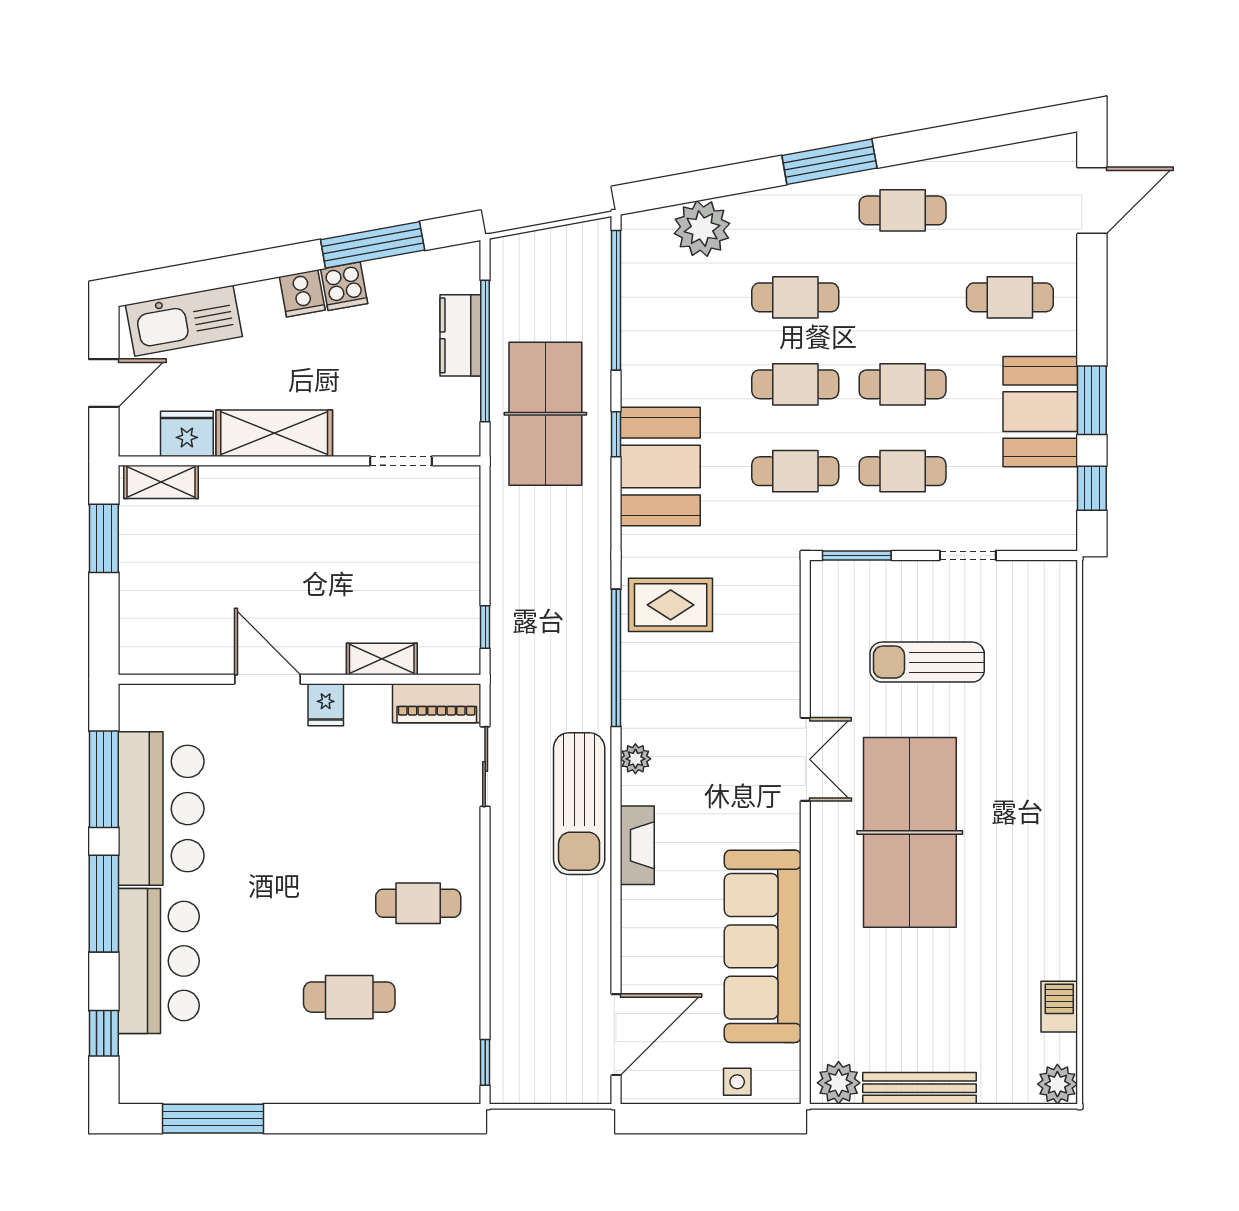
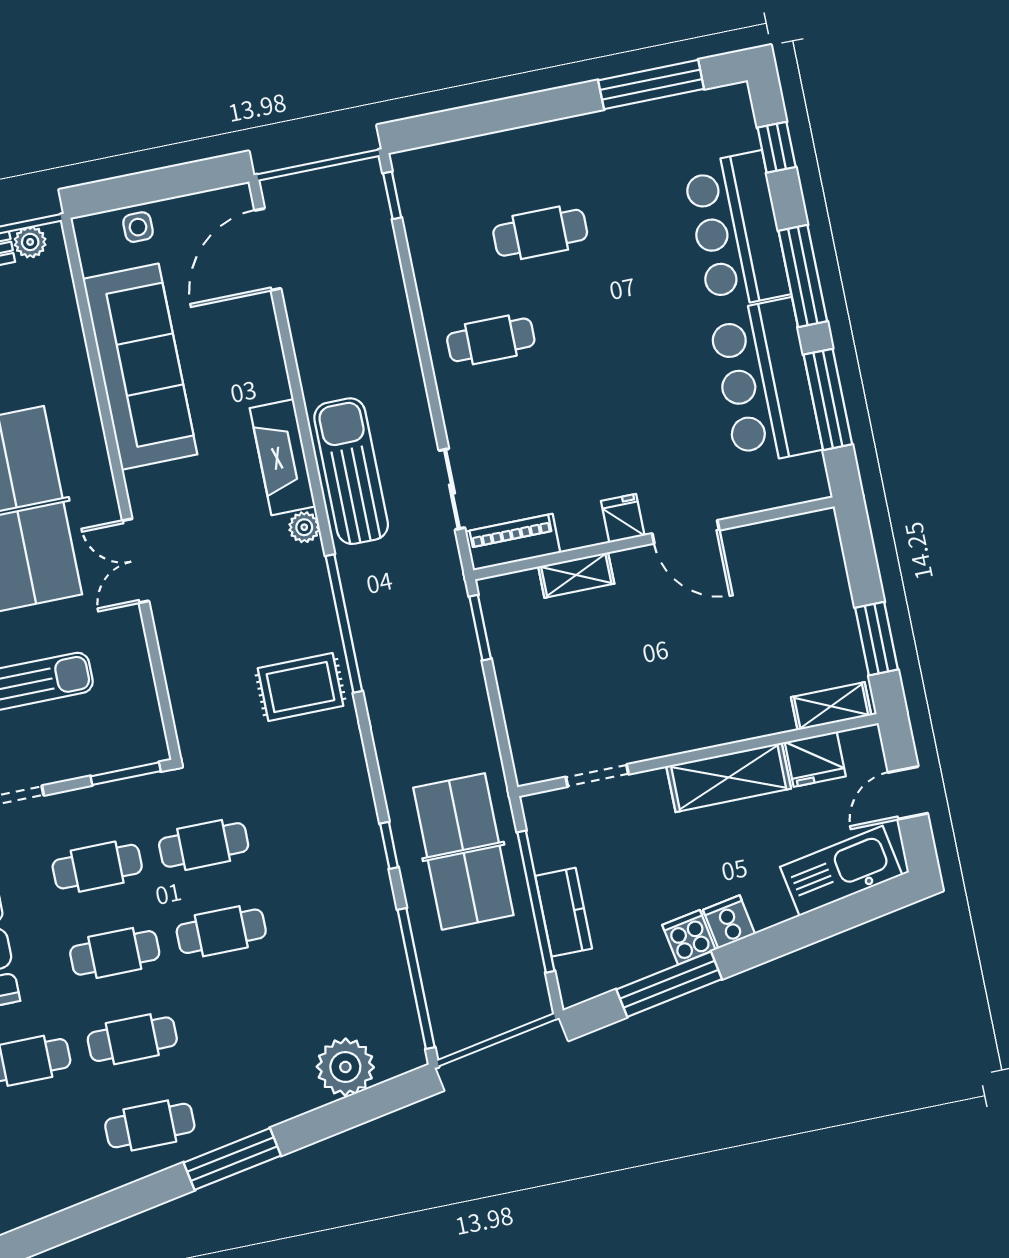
cafe table: (795, 297) -> (132, 1039), moved
booth: (660, 466) -> (339, 822), removed
window: (485, 627) -> (480, 628), width x1.50
fireplace: (637, 845) -> (283, 457), width x1.37, depth x1.32
plant: (839, 1083) -> (30, 242), width x0.73, depth x0.73

